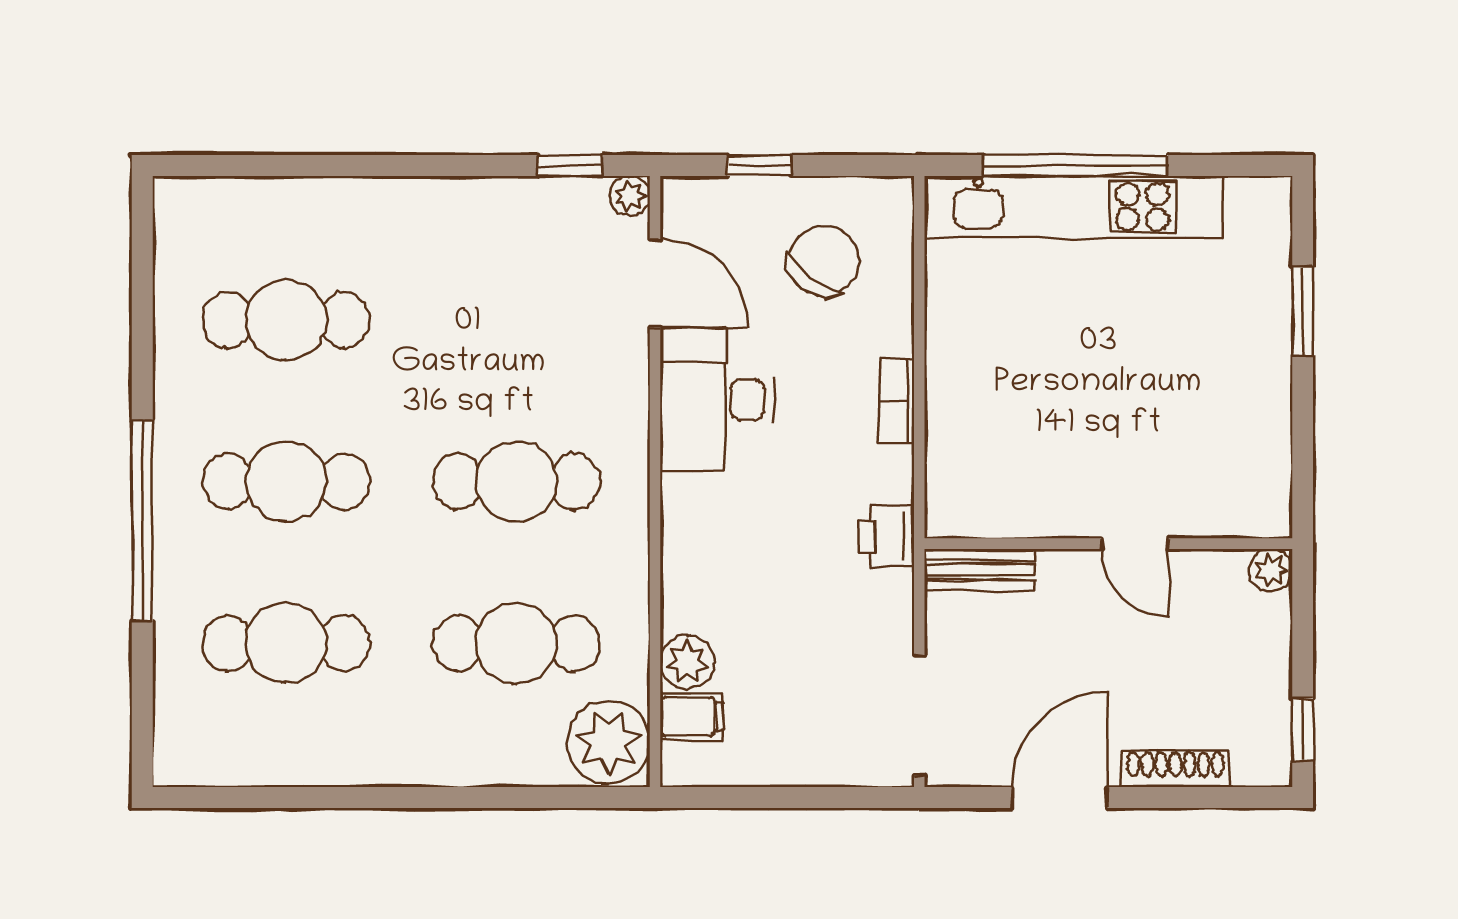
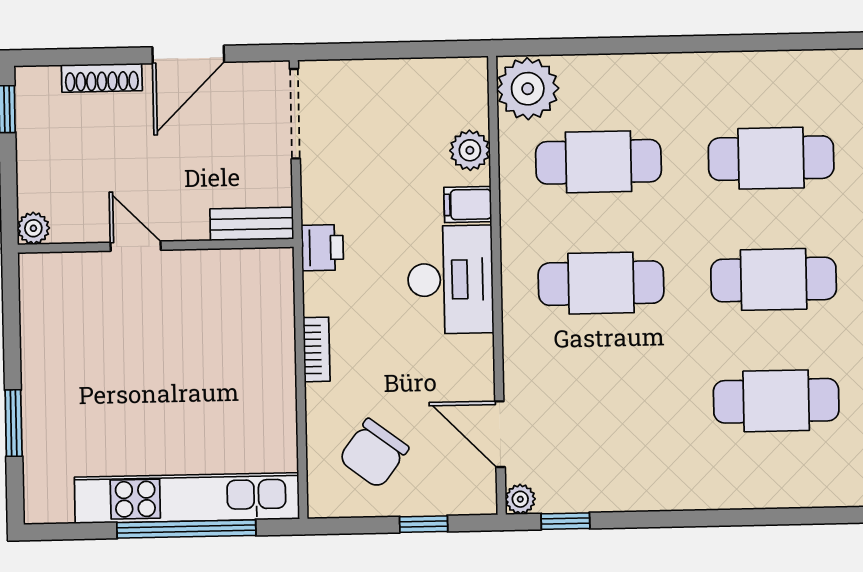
desk: (717, 400) -> (450, 280), moved
filing cabinet: (692, 717) -> (468, 205), moved

